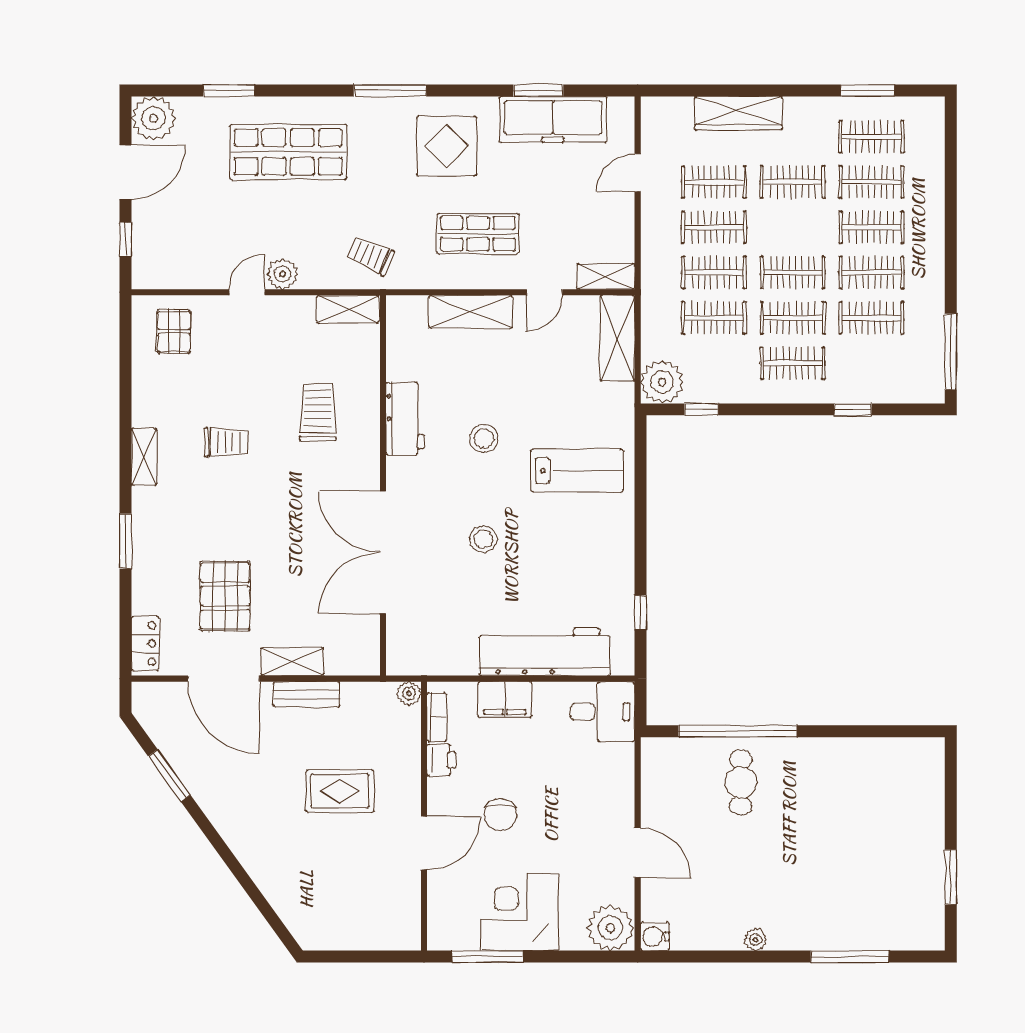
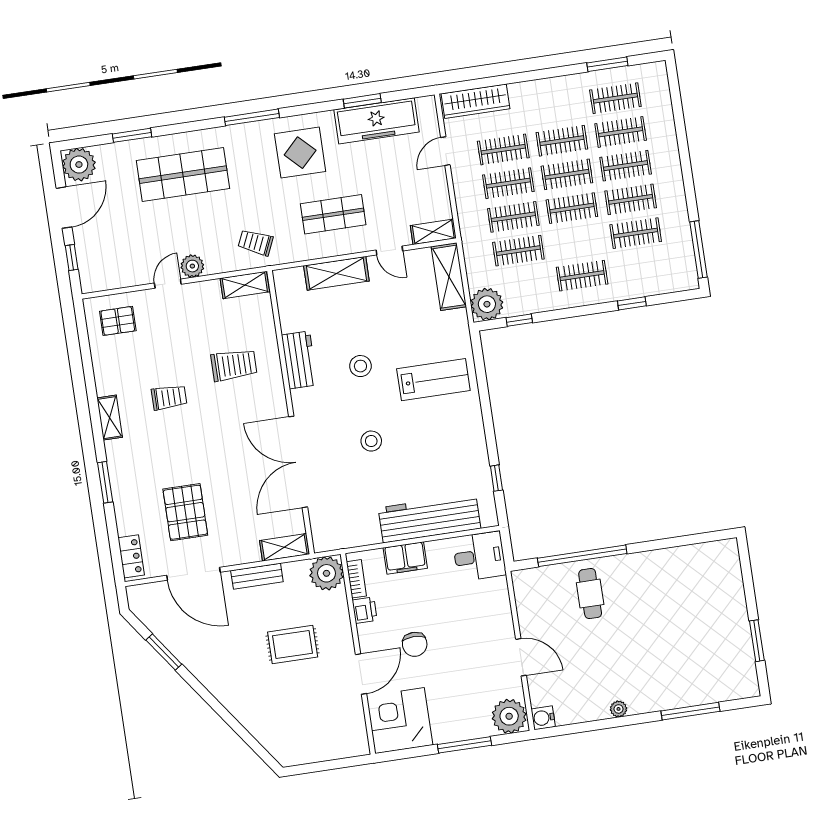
wardrobe: (738, 113) -> (475, 101), moved
door: (544, 292) -> (389, 251), hinge flipped
clothes rail: (793, 318) -> (567, 174), moved
pallet: (174, 332) -> (118, 321), turned 90
trolley: (318, 412) -> (234, 365), turned 90
shelving: (292, 662) -> (284, 547), moved
plant: (409, 694) -> (327, 573), width x1.88, depth x1.88
corner desk: (519, 912) -> (400, 721), moved
window: (487, 957) -> (465, 745), moved

